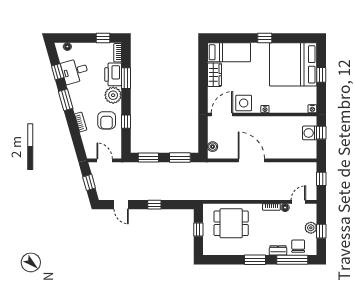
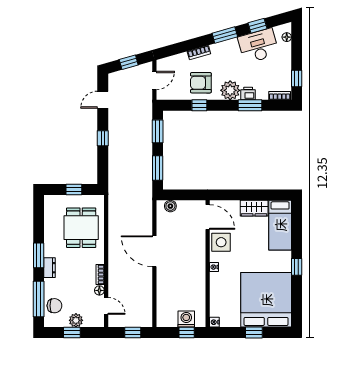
desk: (75, 71) -> (258, 46), width x1.37
printer: (113, 74) -> (248, 94), width x0.53, depth x0.68
door: (251, 160) -> (154, 251), swing flipped
dresser: (278, 250) -> (50, 268), moved

